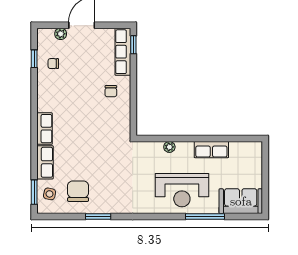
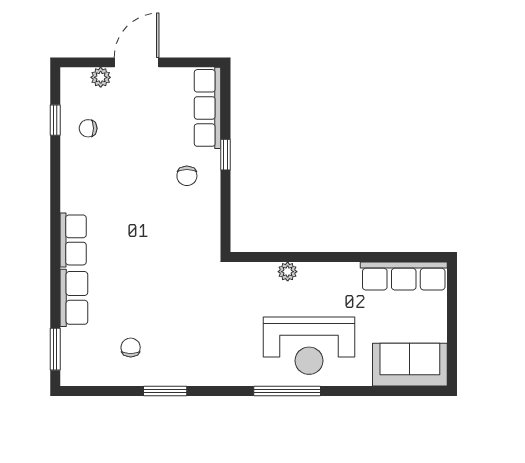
window: (133, 45) -> (226, 155), moved
row of seats: (211, 150) -> (404, 276), moved, width x1.48
chair: (78, 191) -> (131, 347), width x0.54, depth x0.54
side table: (50, 194) -> (82, 352), removed
window: (205, 217) -> (287, 391), moved

